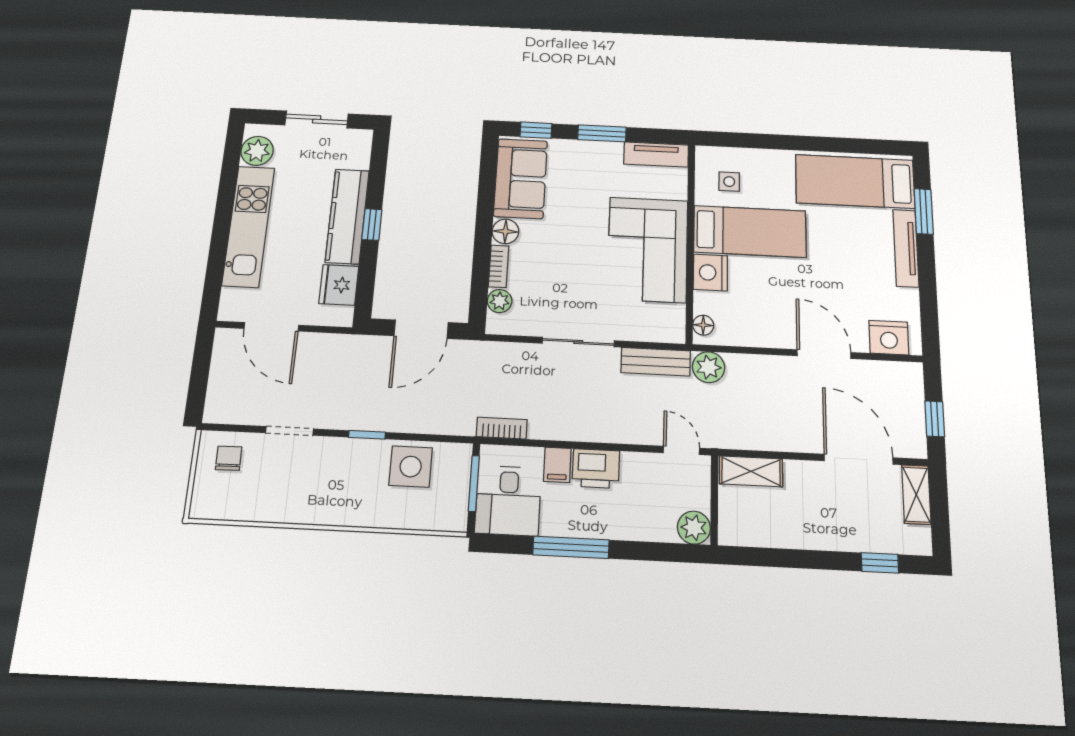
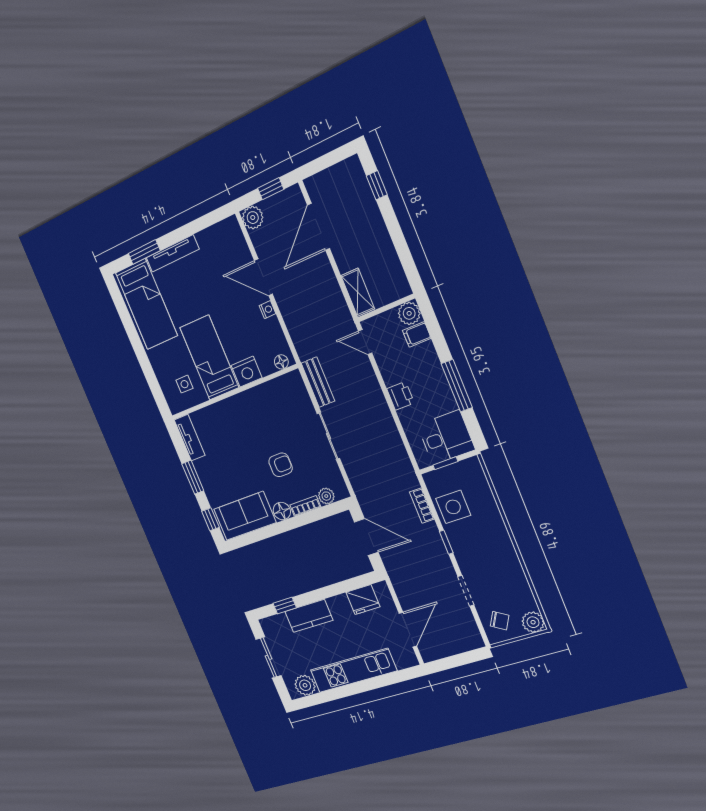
kitchen counter: (347, 216) -> (309, 616), width x0.67
window: (372, 225) -> (285, 606), moved
corner sofa: (648, 250) -> (251, 417), removed
armchair: (568, 259) -> (281, 465), added
nightstand: (889, 338) -> (268, 310), moved, width x0.53, depth x0.56
door: (824, 354) -> (263, 277), hinge flipped
plant: (709, 367) -> (253, 218), moved
bookcase: (502, 428) -> (422, 506), moved
door: (681, 450) -> (365, 342), hinge flipped
chair: (229, 458) -> (500, 621), turned -148
filing cabinet: (557, 465) -> (417, 334), moved, turned 180
printer: (596, 468) -> (400, 396), width x0.73, depth x0.81
window: (474, 483) -> (445, 463), width x0.67
shelving: (916, 495) -> (323, 180), removed
plant: (206, 503) -> (533, 622), added

